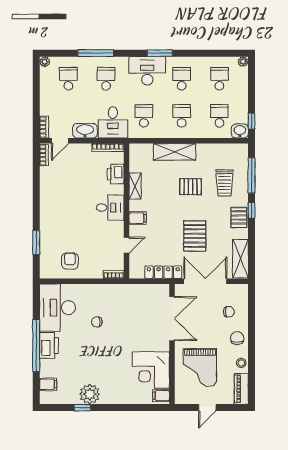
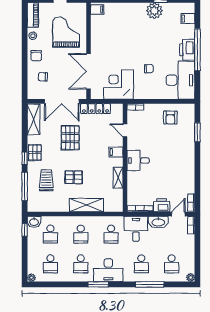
printer: (116, 174) -> (162, 205), moved, turned -90
door: (126, 245) -> (125, 130), hinge flipped
corner desk: (151, 370) -> (119, 84), moved, turned -90

